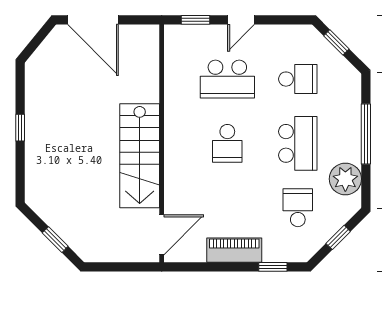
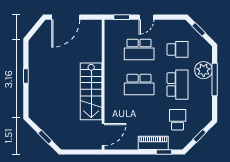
door: (93, 20) -> (66, 17), hinge flipped
school desk: (227, 143) -> (139, 85), width x1.85
plant: (345, 179) -> (204, 70), moved
piano: (234, 250) -> (153, 143), moved

